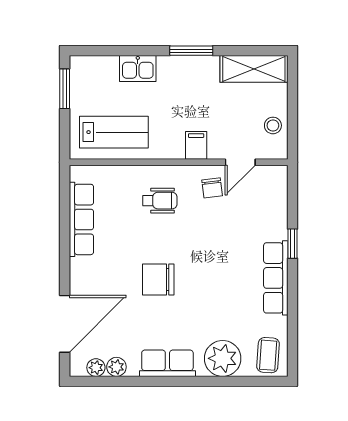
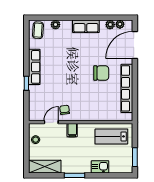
wheelchair: (160, 201) -> (90, 104), removed
row of seats: (81, 219) -> (127, 88), width x1.36
chair: (158, 280) -> (101, 73), moved
plant: (223, 358) -> (56, 25), width x0.53, depth x0.53

